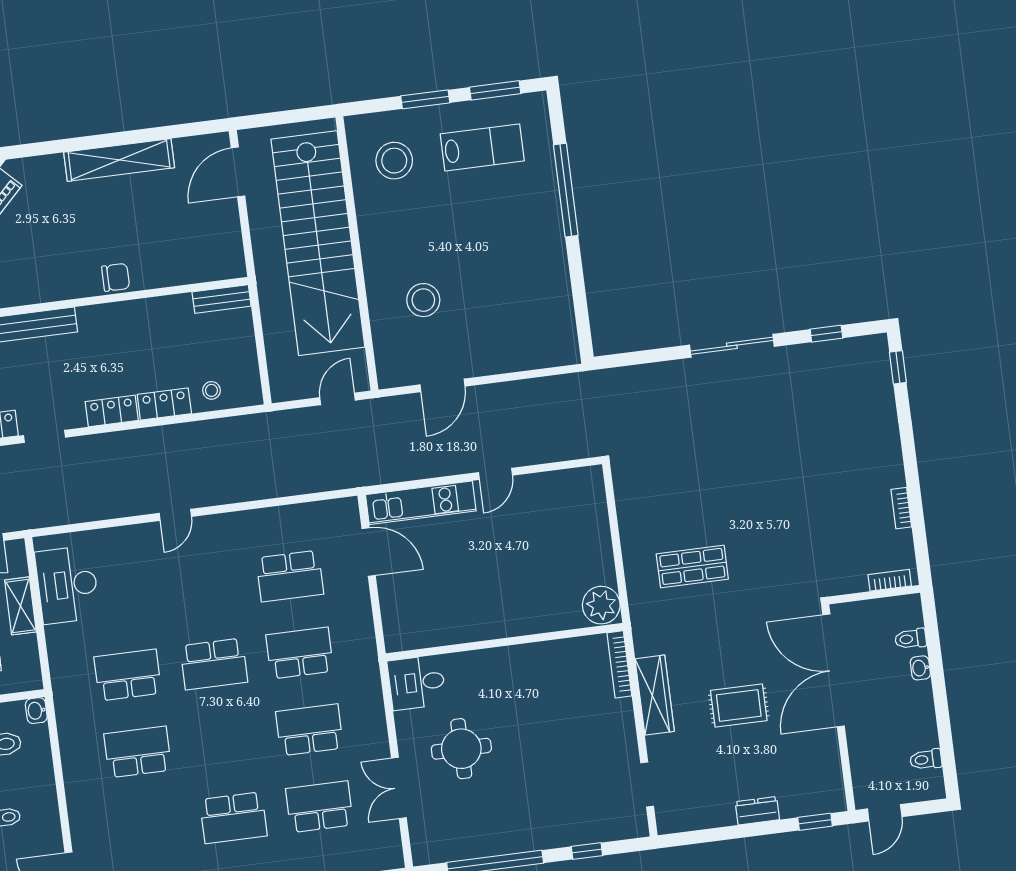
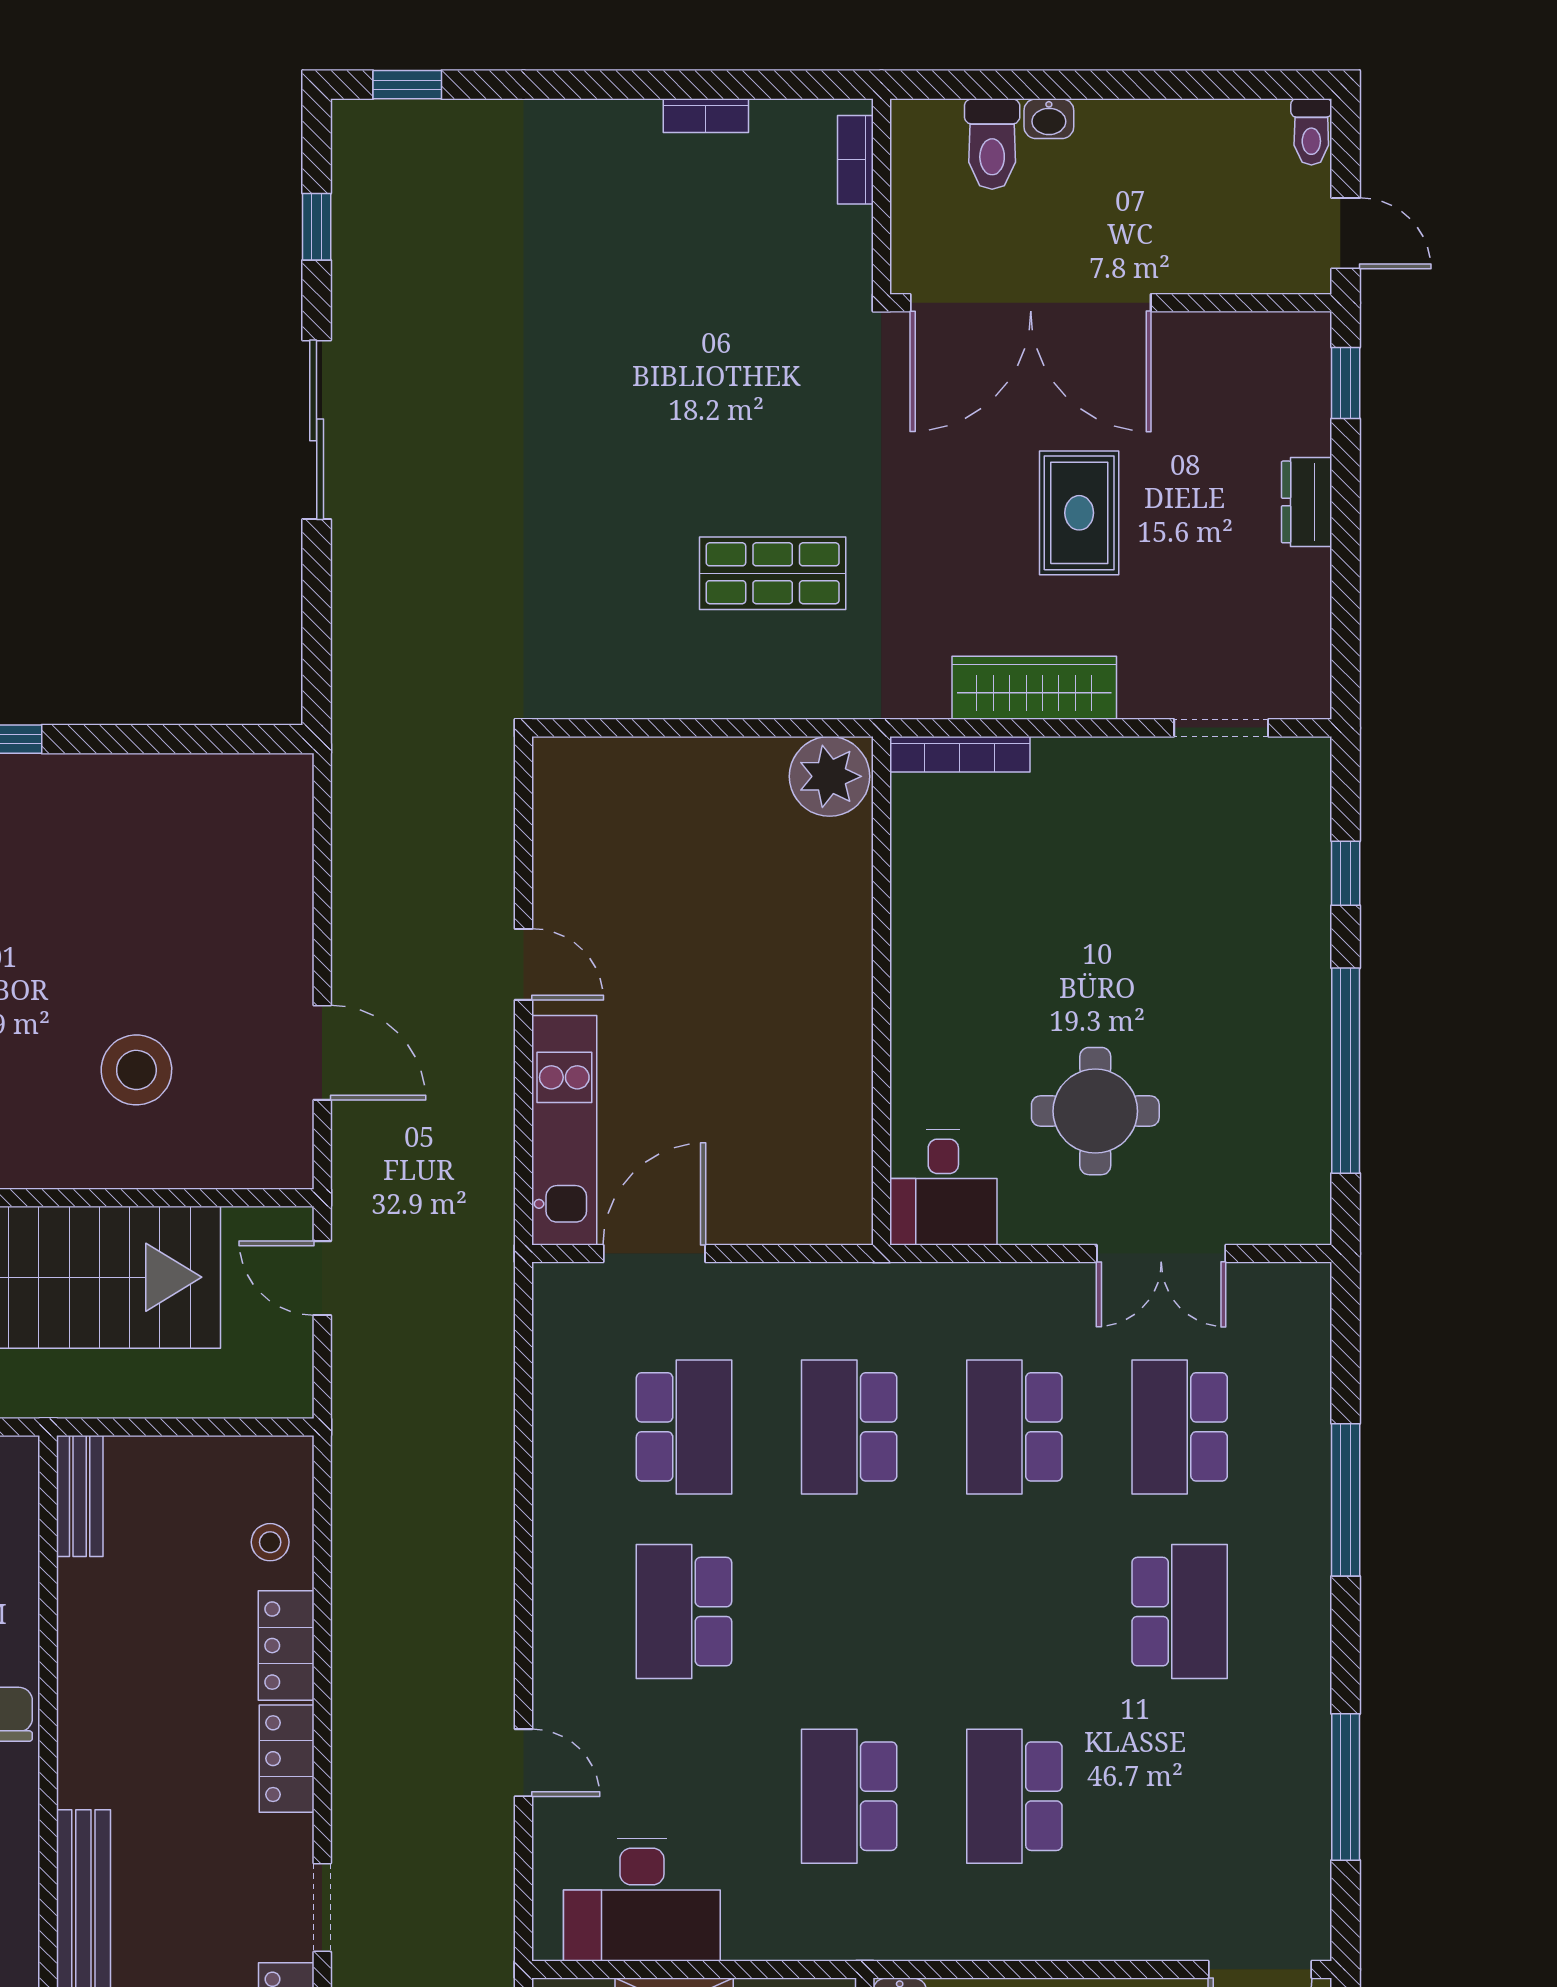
door: (175, 515) -> (524, 1763), moved
shop shelf: (692, 566) -> (773, 573), turned 90
toilet: (911, 639) -> (992, 144), width x1.37, depth x1.39
school desk: (214, 664) -> (684, 1612), moved, turned 180
toilet: (926, 759) -> (1311, 132), moved

